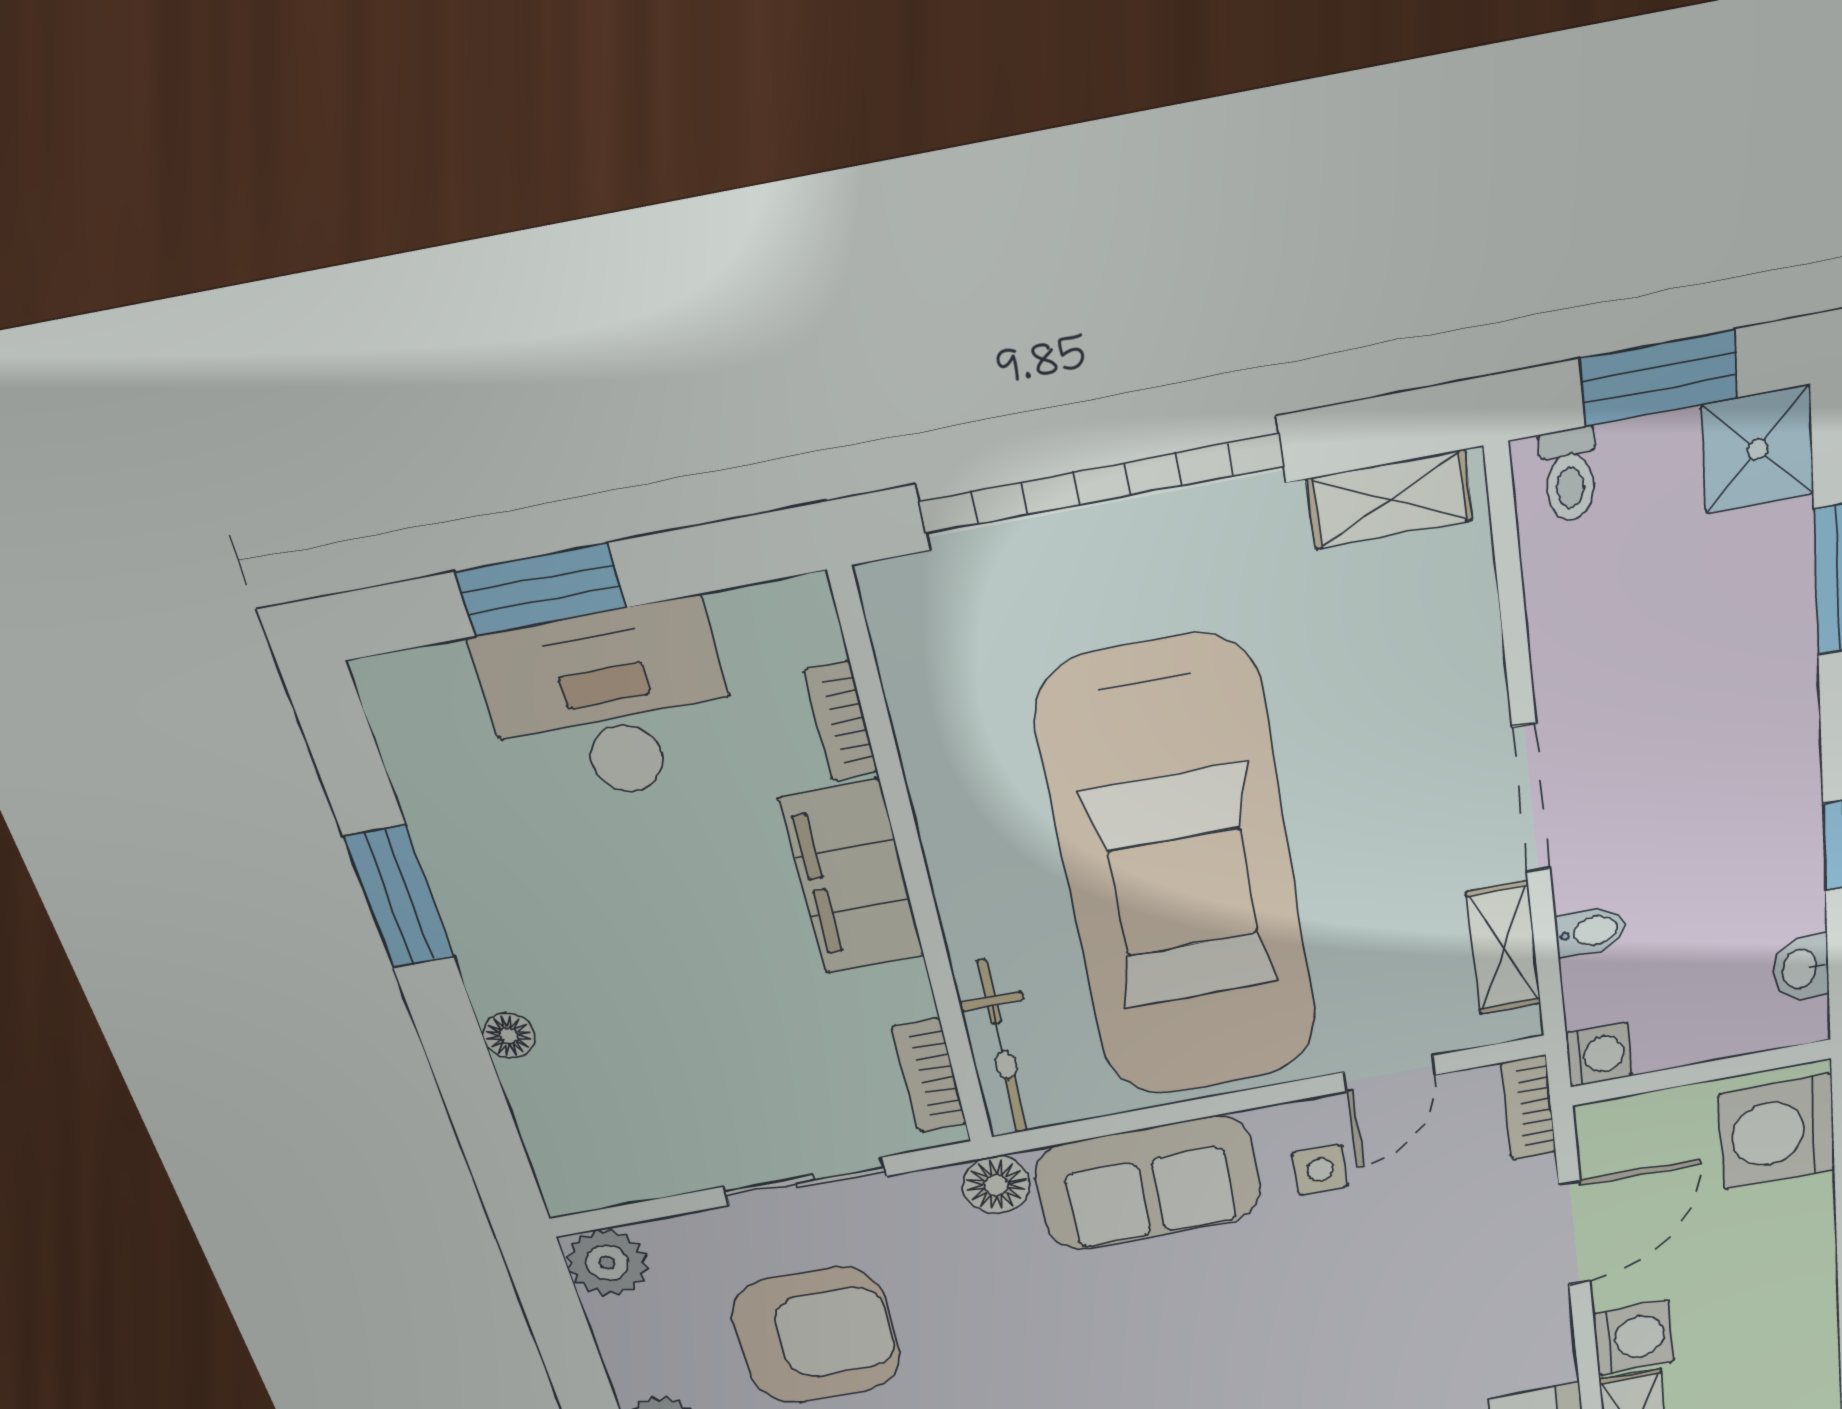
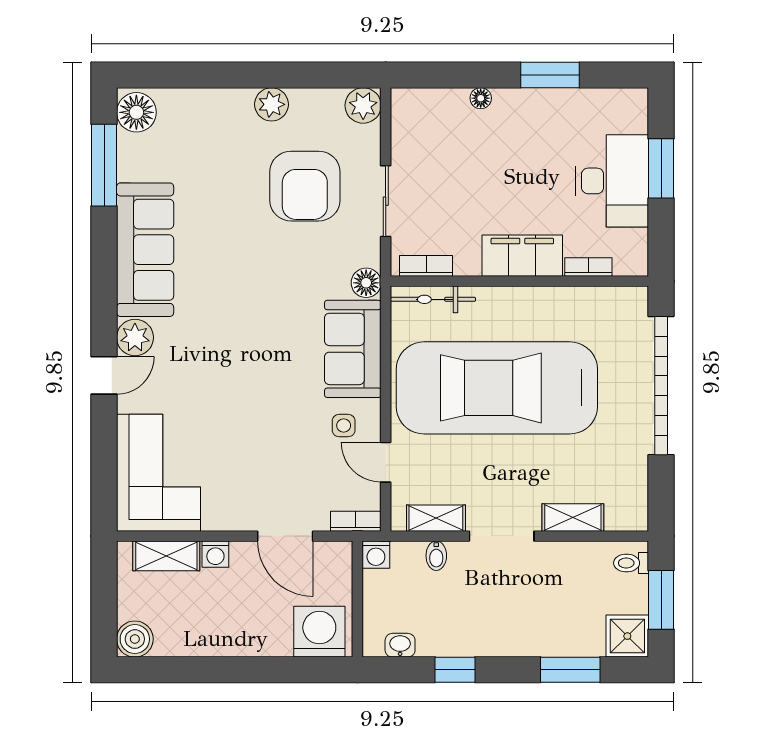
shelving: (1390, 500) -> (573, 518), moved, turned 90
washing machine: (1634, 1338) -> (215, 554), width x0.73, depth x0.73

